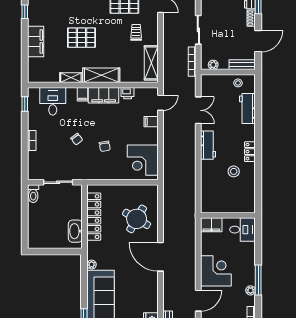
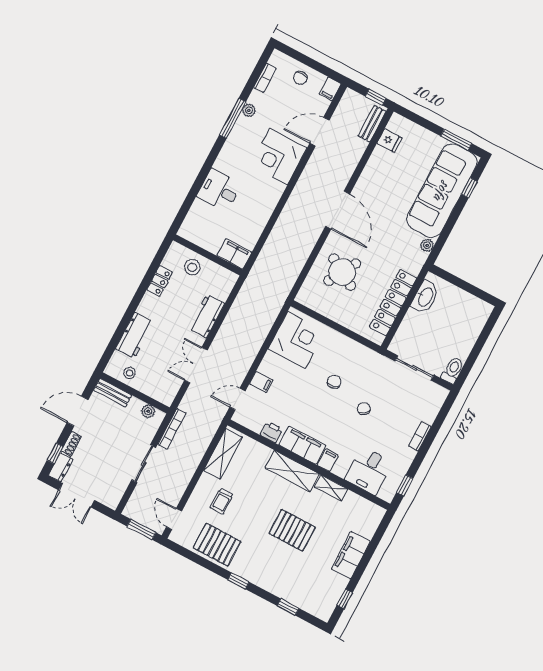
wall: (228, 215) -> (208, 255), moved
filing cabinet: (211, 225) -> (234, 254), moved

